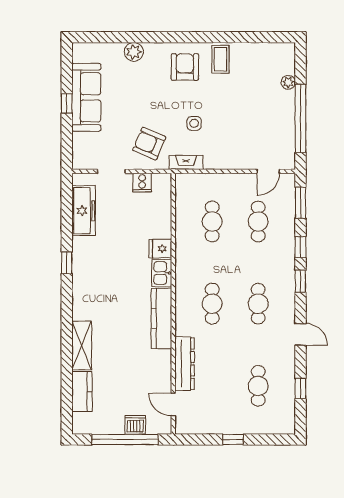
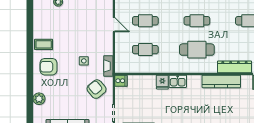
armchair: (149, 144) -> (97, 89), turned 117
door: (268, 171) -> (114, 25), moved
cooker: (142, 183) -> (121, 81), moved
cafe table: (212, 304) -> (197, 50), width x1.37, depth x1.35
kitchen counter: (161, 319) -> (221, 81), moved

